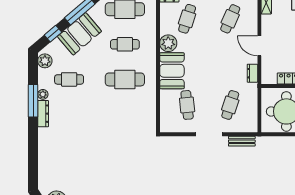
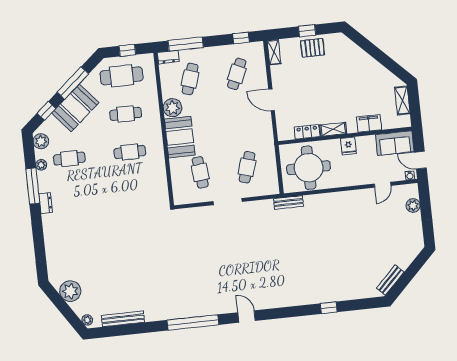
dresser: (252, 73) -> (267, 130), removed
cafe table: (125, 79) -> (130, 152), width x0.73, depth x0.74
plant: (43, 94) -> (41, 165), moved
dresser: (43, 114) -> (46, 203), width x0.70
bench: (242, 141) -> (288, 202), moved

